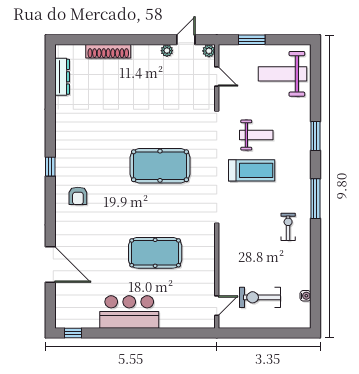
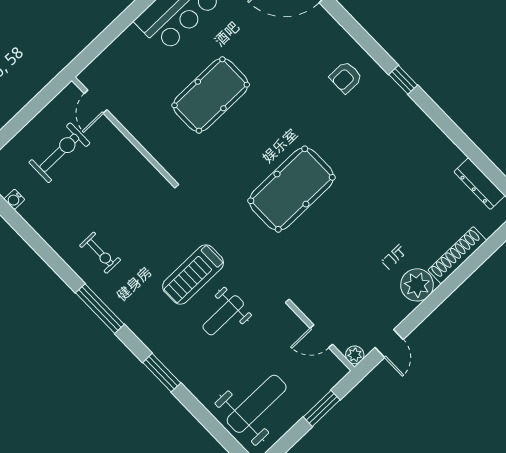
plant: (167, 51) -> (417, 285), moved, width x1.88, depth x1.88
armchair: (78, 196) -> (346, 77), turned -90

